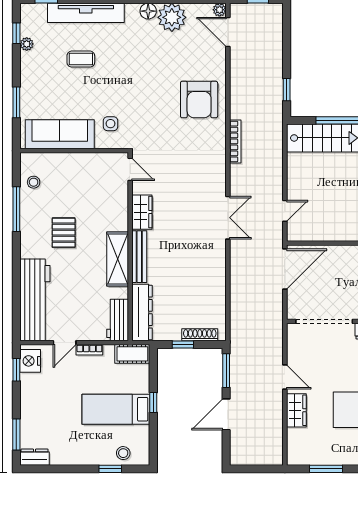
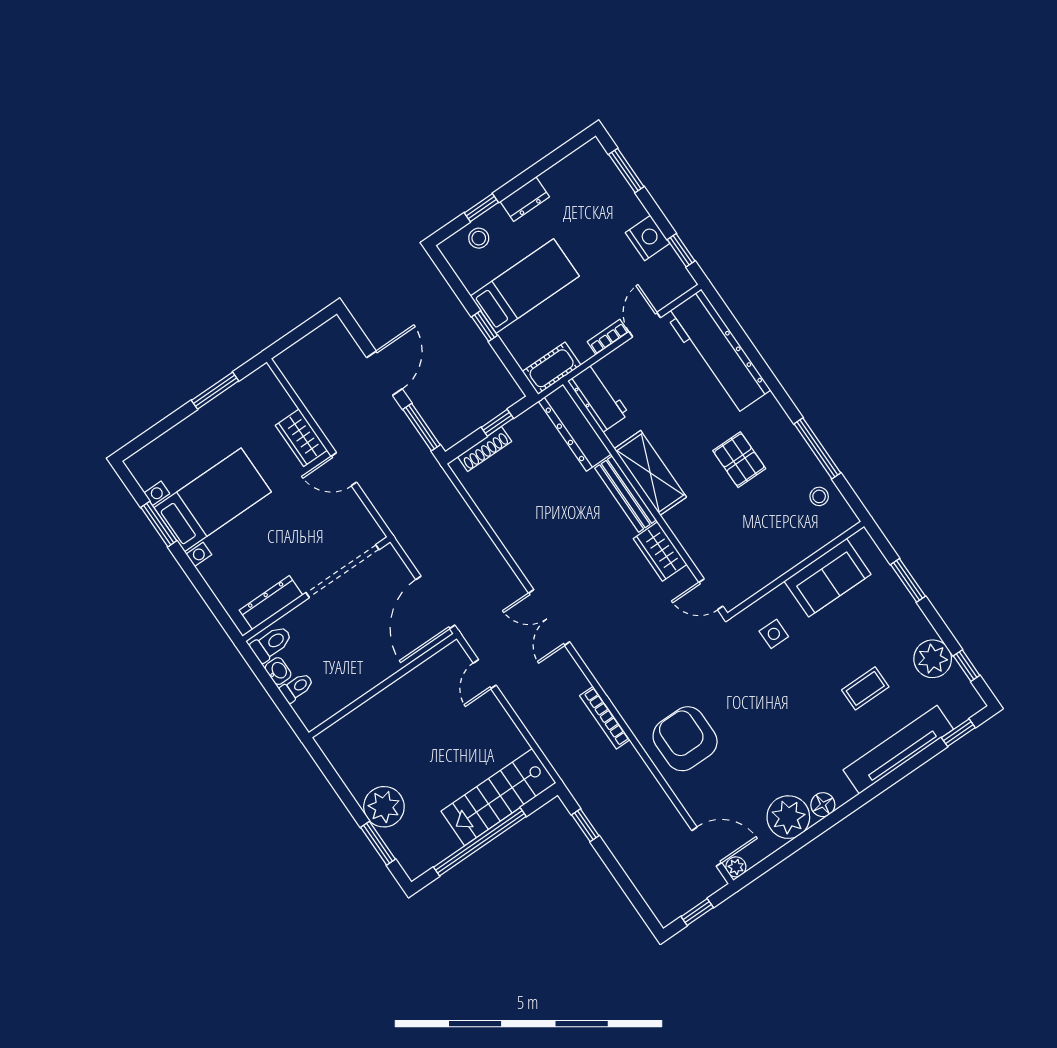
plant: (27, 44) -> (933, 659), width x1.87, depth x1.87
sofa: (60, 134) -> (828, 578), width x0.73
nightstand: (30, 361) -> (648, 238), moved
dresser: (34, 457) -> (525, 199), moved

